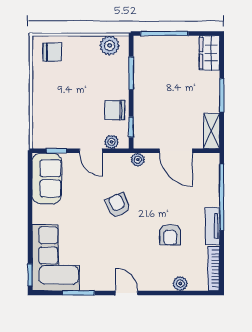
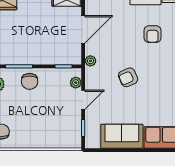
chair: (115, 110) -> (30, 81), moved
sofa: (47, 178) -> (122, 136), moved
armchair: (170, 235) -> (153, 34), turned 90

